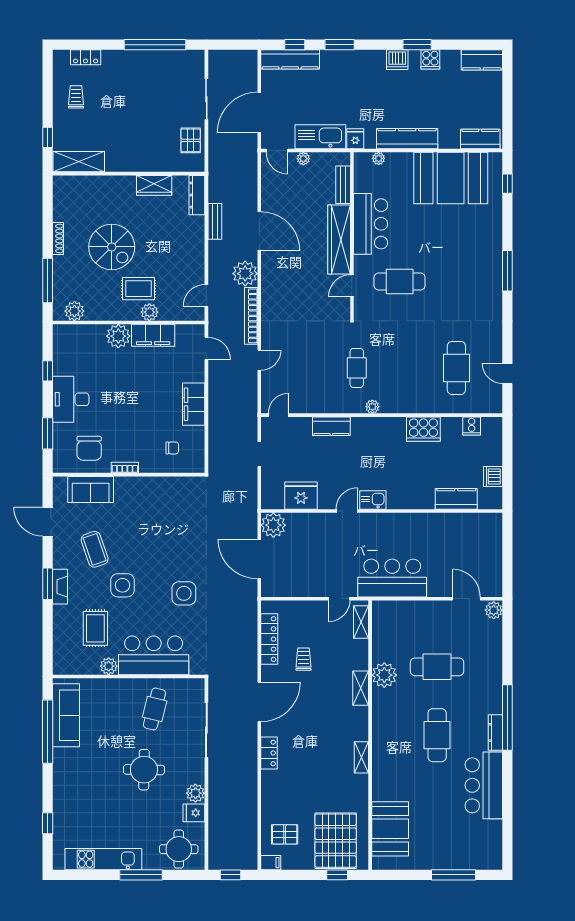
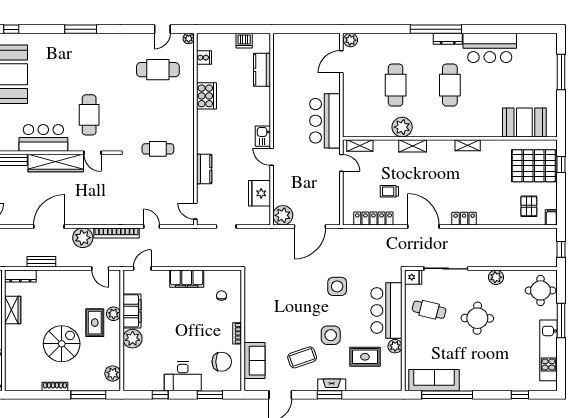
plant: (372, 407) -> (189, 39), moved
cafe table: (437, 735) -> (450, 85), turned 90
fridge: (194, 813) -> (413, 277), moved, turned -90

